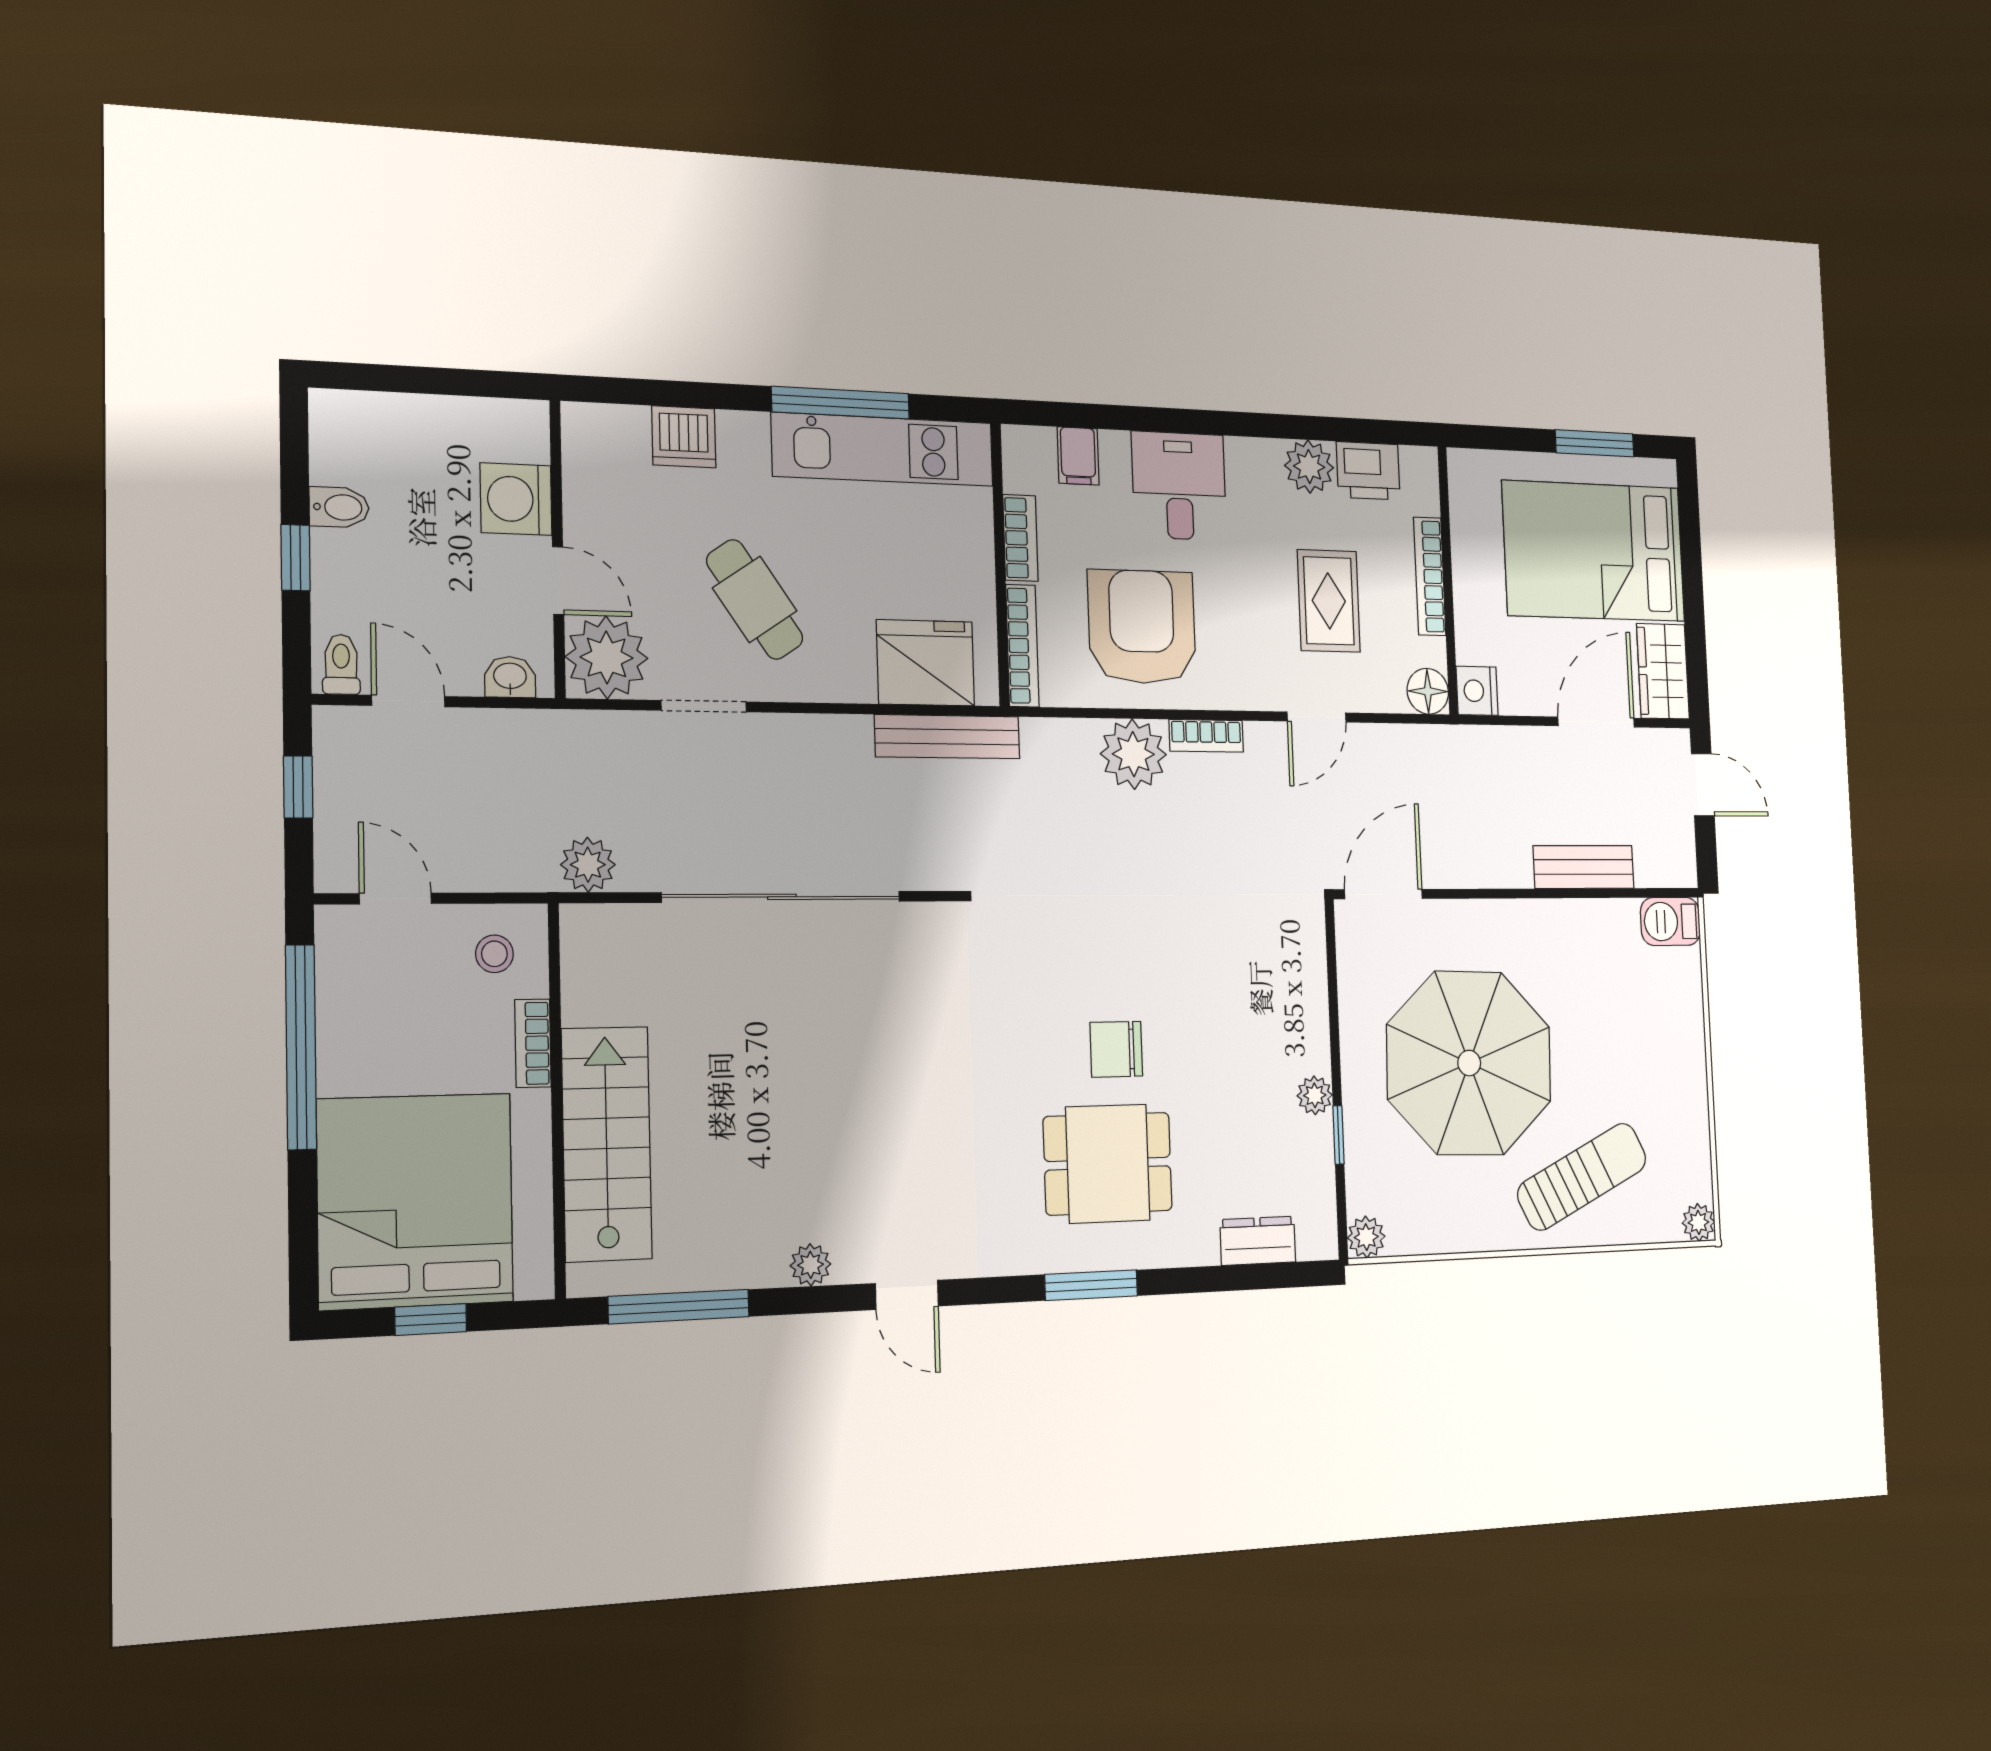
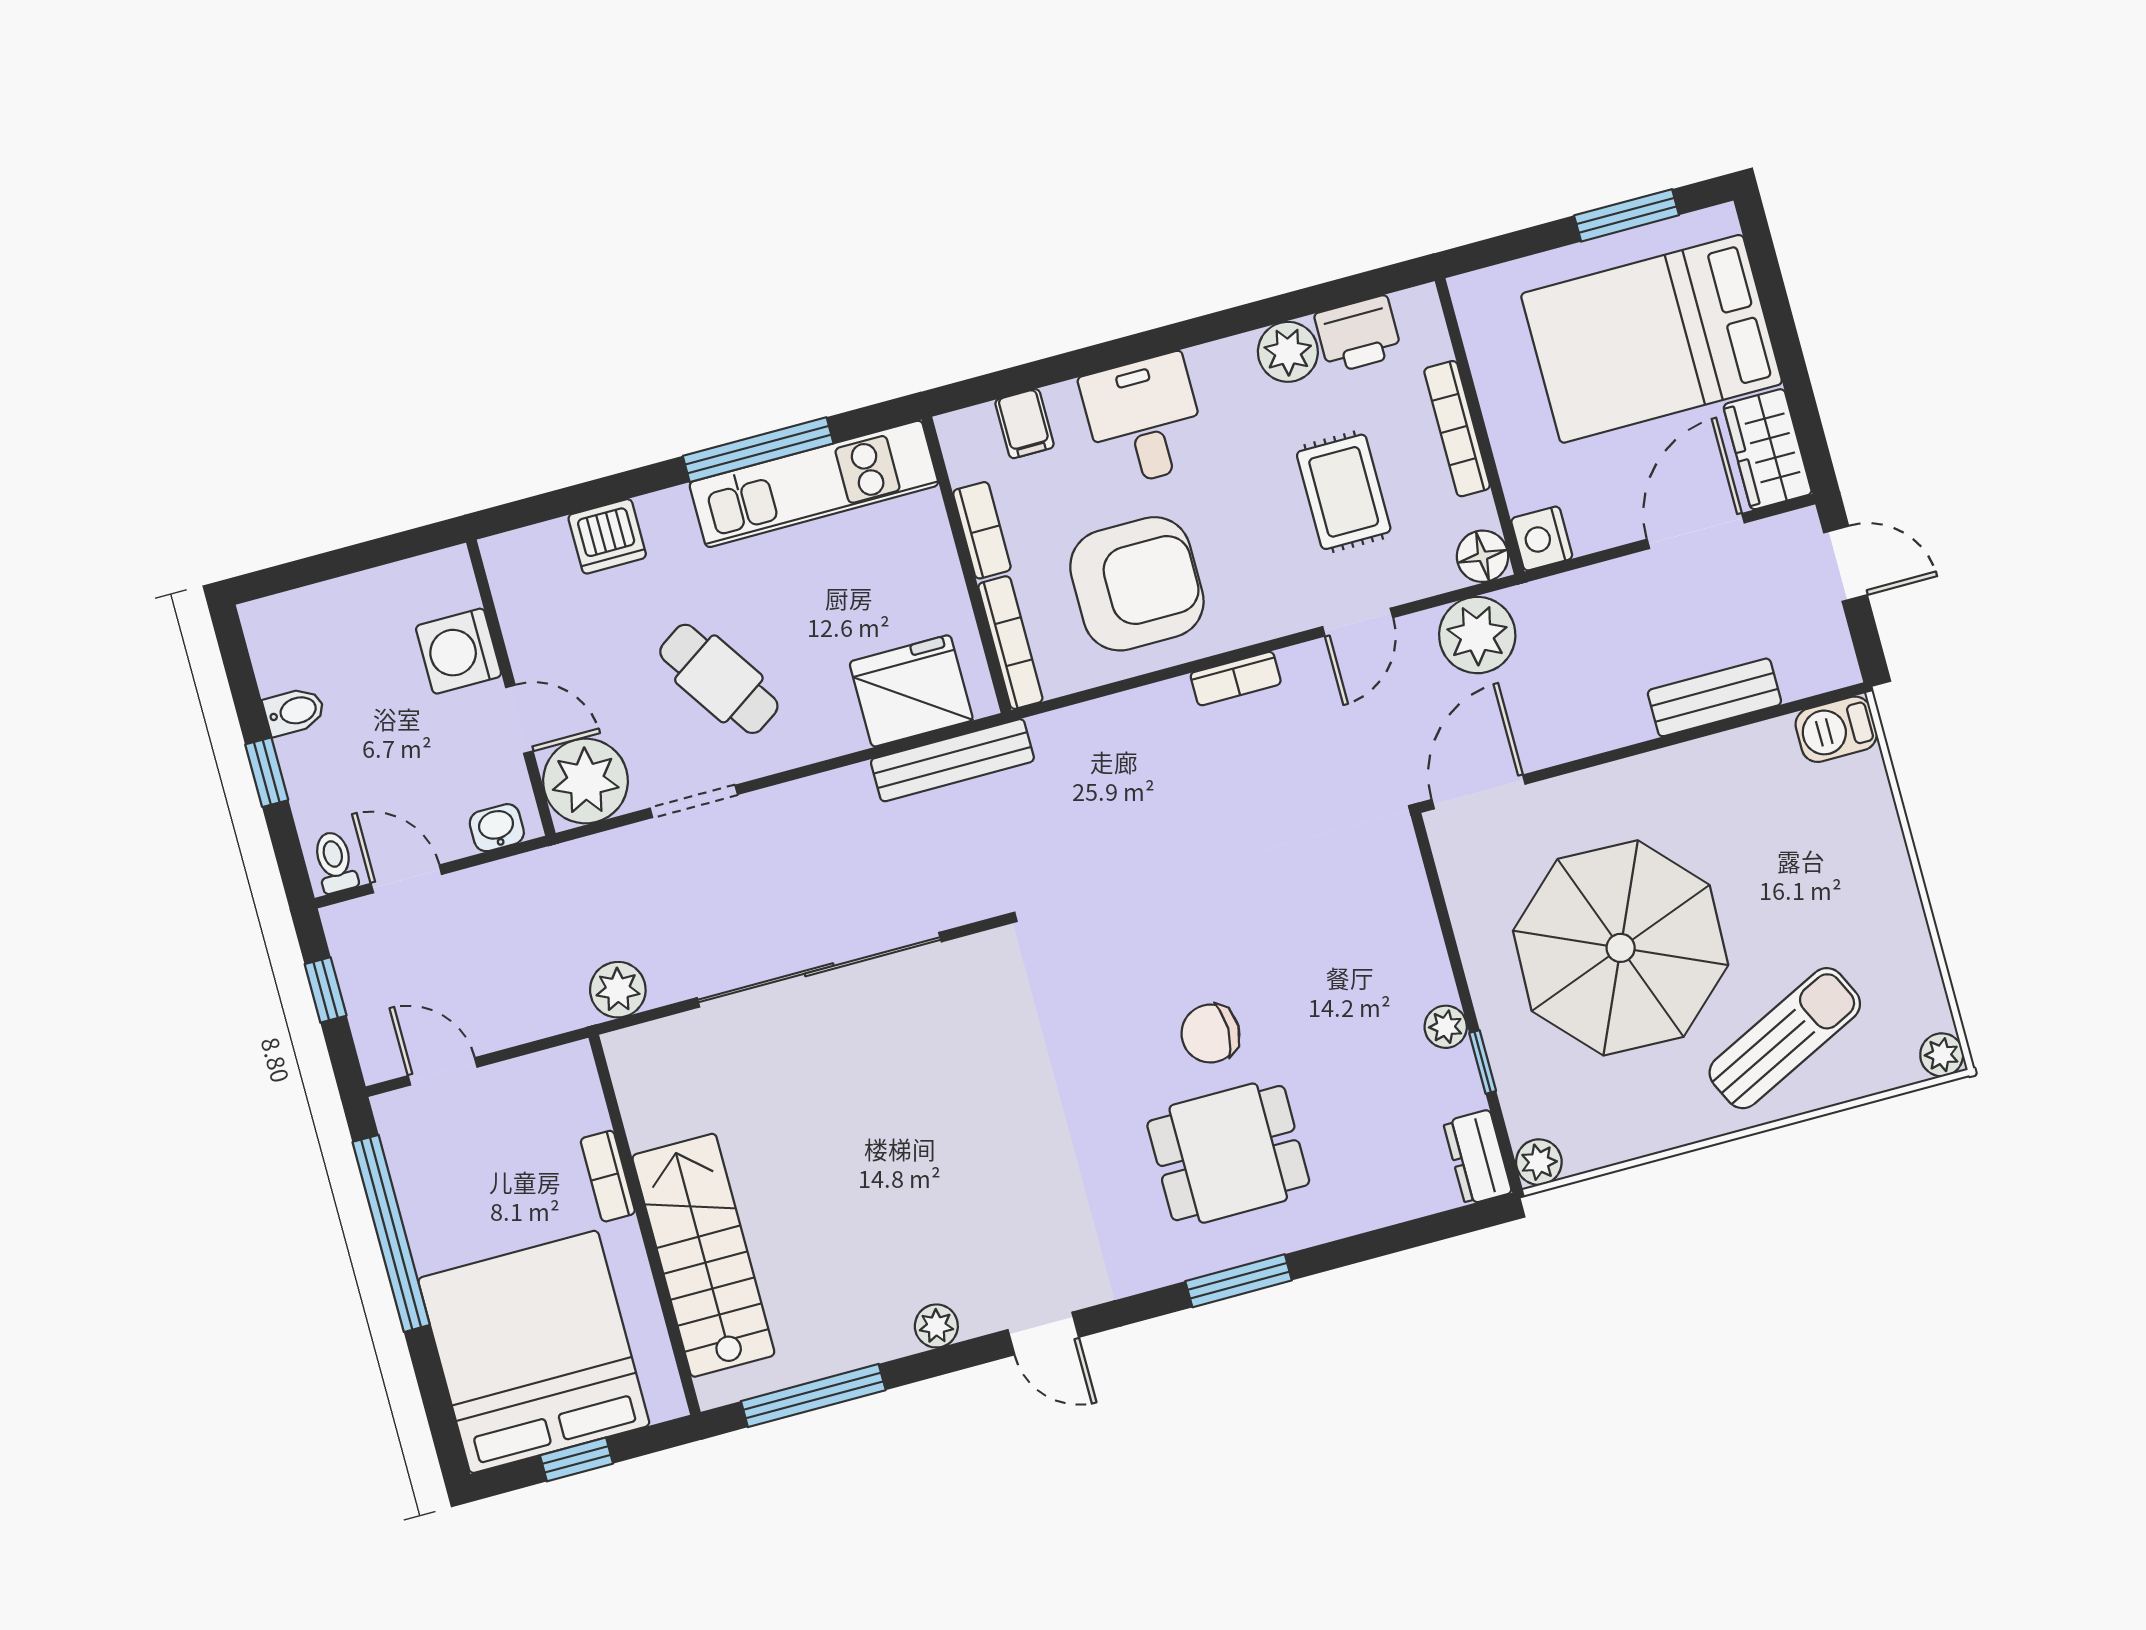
armchair: (1142, 627) -> (1137, 584), turned 90
plant: (1133, 754) -> (1477, 635), moved
stool: (494, 954) -> (549, 1100), removed
dresser: (1258, 1241) -> (1478, 1157), moved, turned -90

